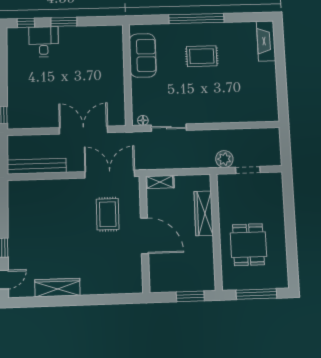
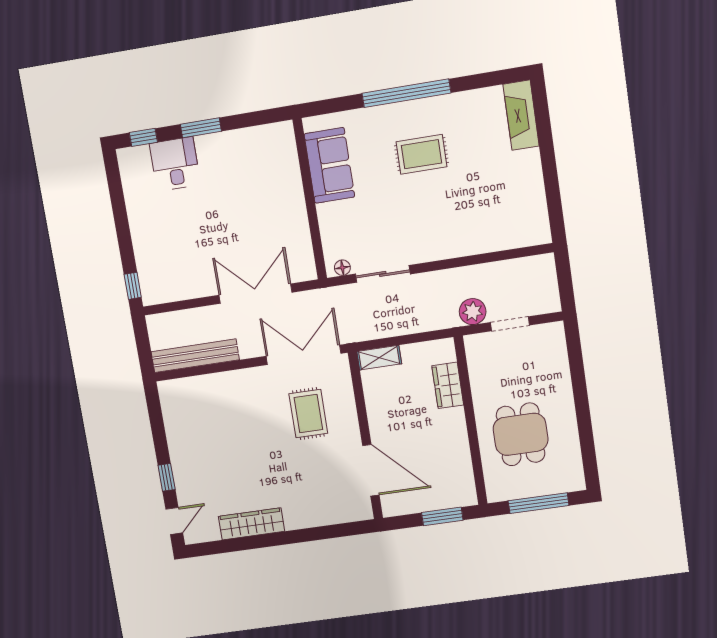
wardrobe: (204, 213) -> (448, 385), width x0.67
door: (144, 236) -> (371, 470), moved

